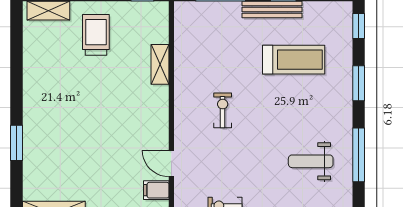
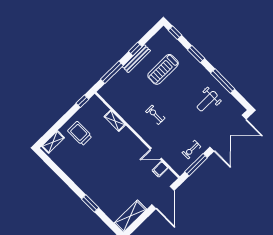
treadmill: (294, 60) -> (163, 69), turned 180

